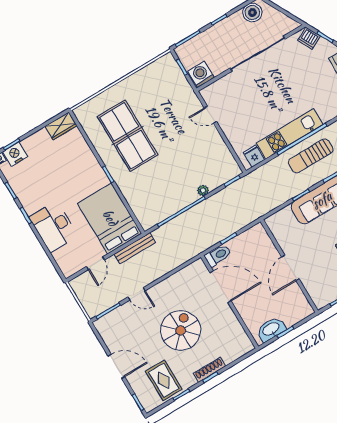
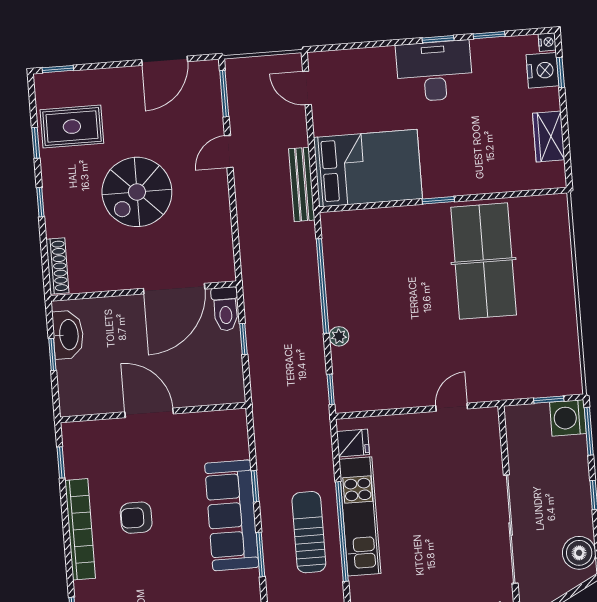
washing machine: (201, 74) -> (568, 418), moved, turned 180
wardrobe: (61, 126) -> (549, 137), moved
table tennis table: (128, 136) -> (484, 261), turned 90
desk: (54, 227) -> (434, 71), moved
door: (95, 263) -> (307, 88), moved
spiral stairs: (181, 330) -> (137, 192), turned 90
door: (116, 366) -> (165, 61), moved
shoe rack: (210, 370) -> (57, 266), moved

